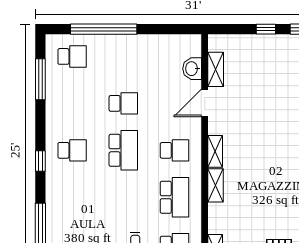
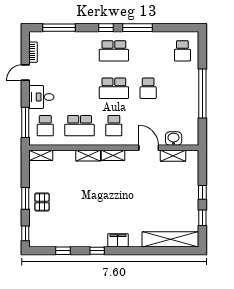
window: (104, 29) -> (202, 94), moved
window: (40, 79) -> (137, 28), moved
school desk: (72, 150) -> (114, 51), width x1.85

